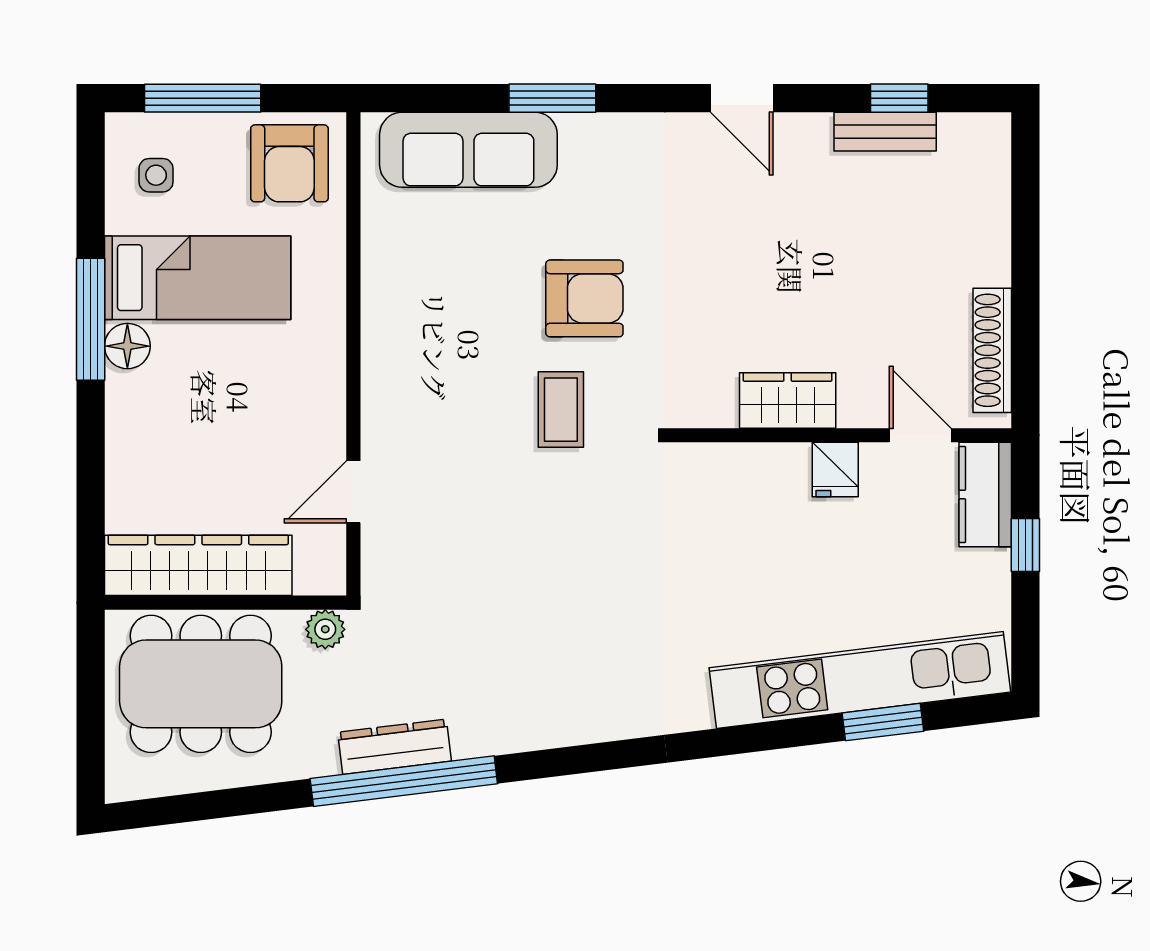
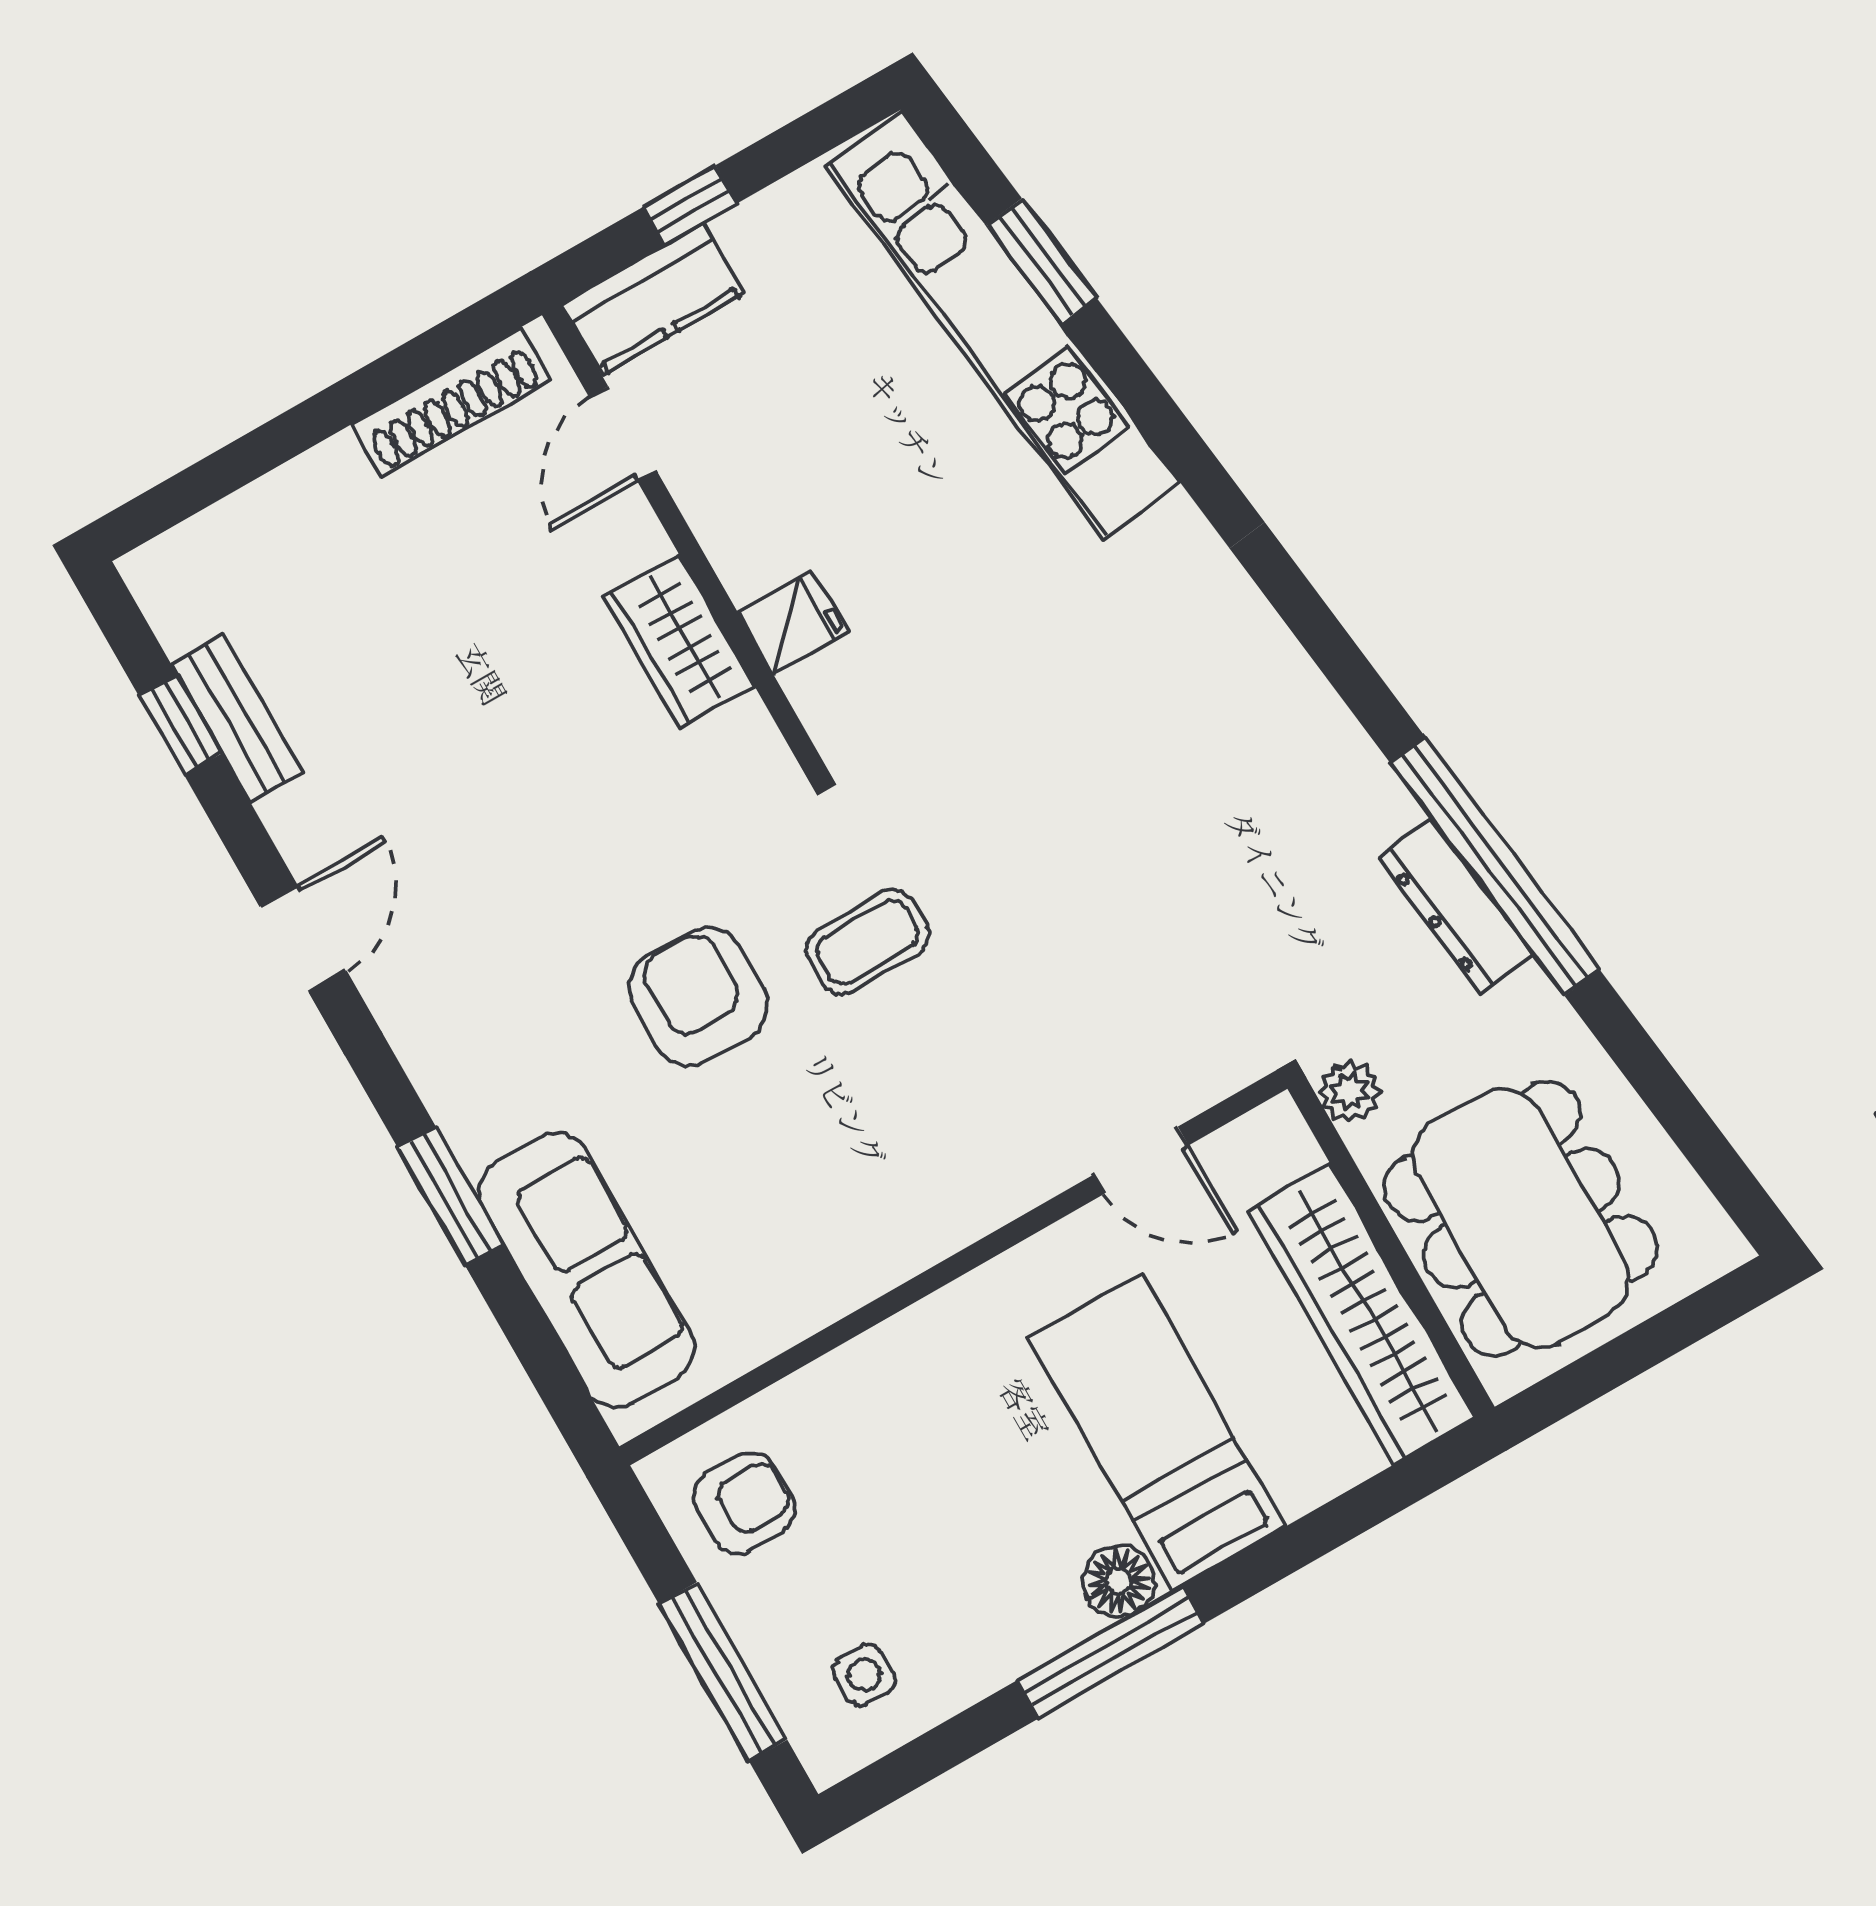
armchair: (289, 163) -> (744, 1503), width x0.72, depth x0.72
bed: (198, 278) -> (1157, 1432), moved
fridge: (835, 470) -> (793, 622), moved

